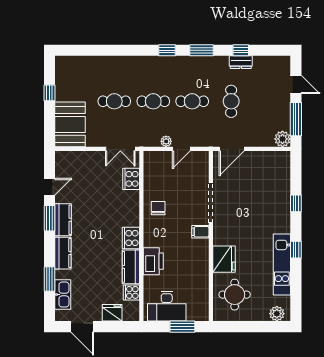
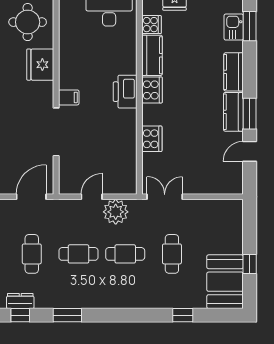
window: (167, 50) -> (183, 315), moved
cafe table: (114, 101) -> (172, 254), turned 90
booth: (70, 124) -> (225, 282), moved
plant: (166, 141) -> (116, 212), width x1.88, depth x1.88
cooker: (131, 179) -> (152, 139), moved
chair: (158, 208) -> (119, 126), removed
printer: (153, 261) -> (125, 92), moved
window: (49, 279) -> (250, 26), moved
kitchen sink: (63, 295) -> (234, 27), width x0.73

